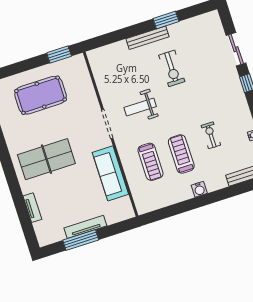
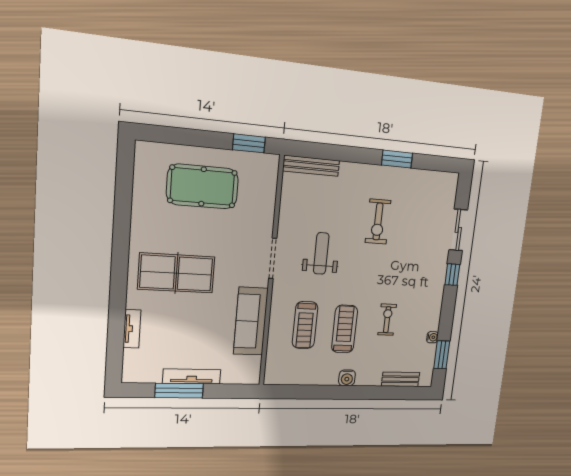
bench: (148, 38) -> (311, 166), moved
weight bench: (140, 107) -> (321, 253), turned 90

